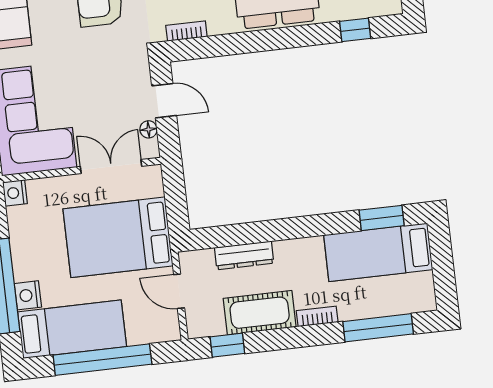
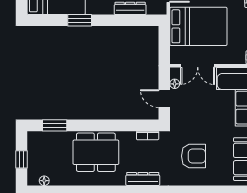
window: (355, 30) -> (55, 125), width x1.50
window: (382, 218) -> (80, 20), moved

